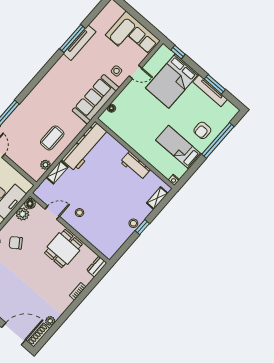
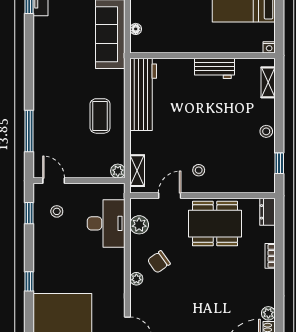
plant: (45, 165) -> (118, 171), moved
shelving: (57, 172) -> (137, 171), moved
floor lamp: (30, 204) -> (137, 207), removed
window: (142, 227) -> (279, 163), moved
dining table: (63, 249) -> (215, 224), width x1.38

